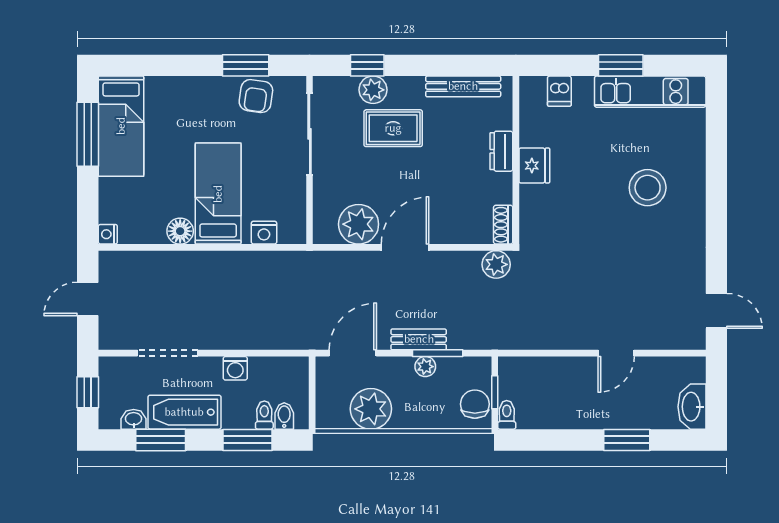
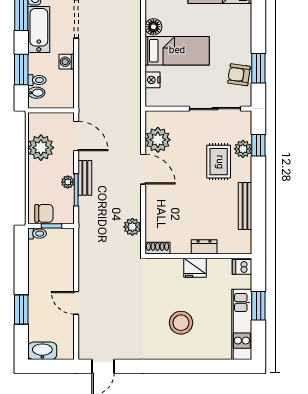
dresser: (501, 151) -> (204, 247), moved
wall: (516, 160) -> (198, 256), moved
fridge: (534, 166) -> (195, 268), moved
shoe rack: (503, 225) -> (158, 248), moved

